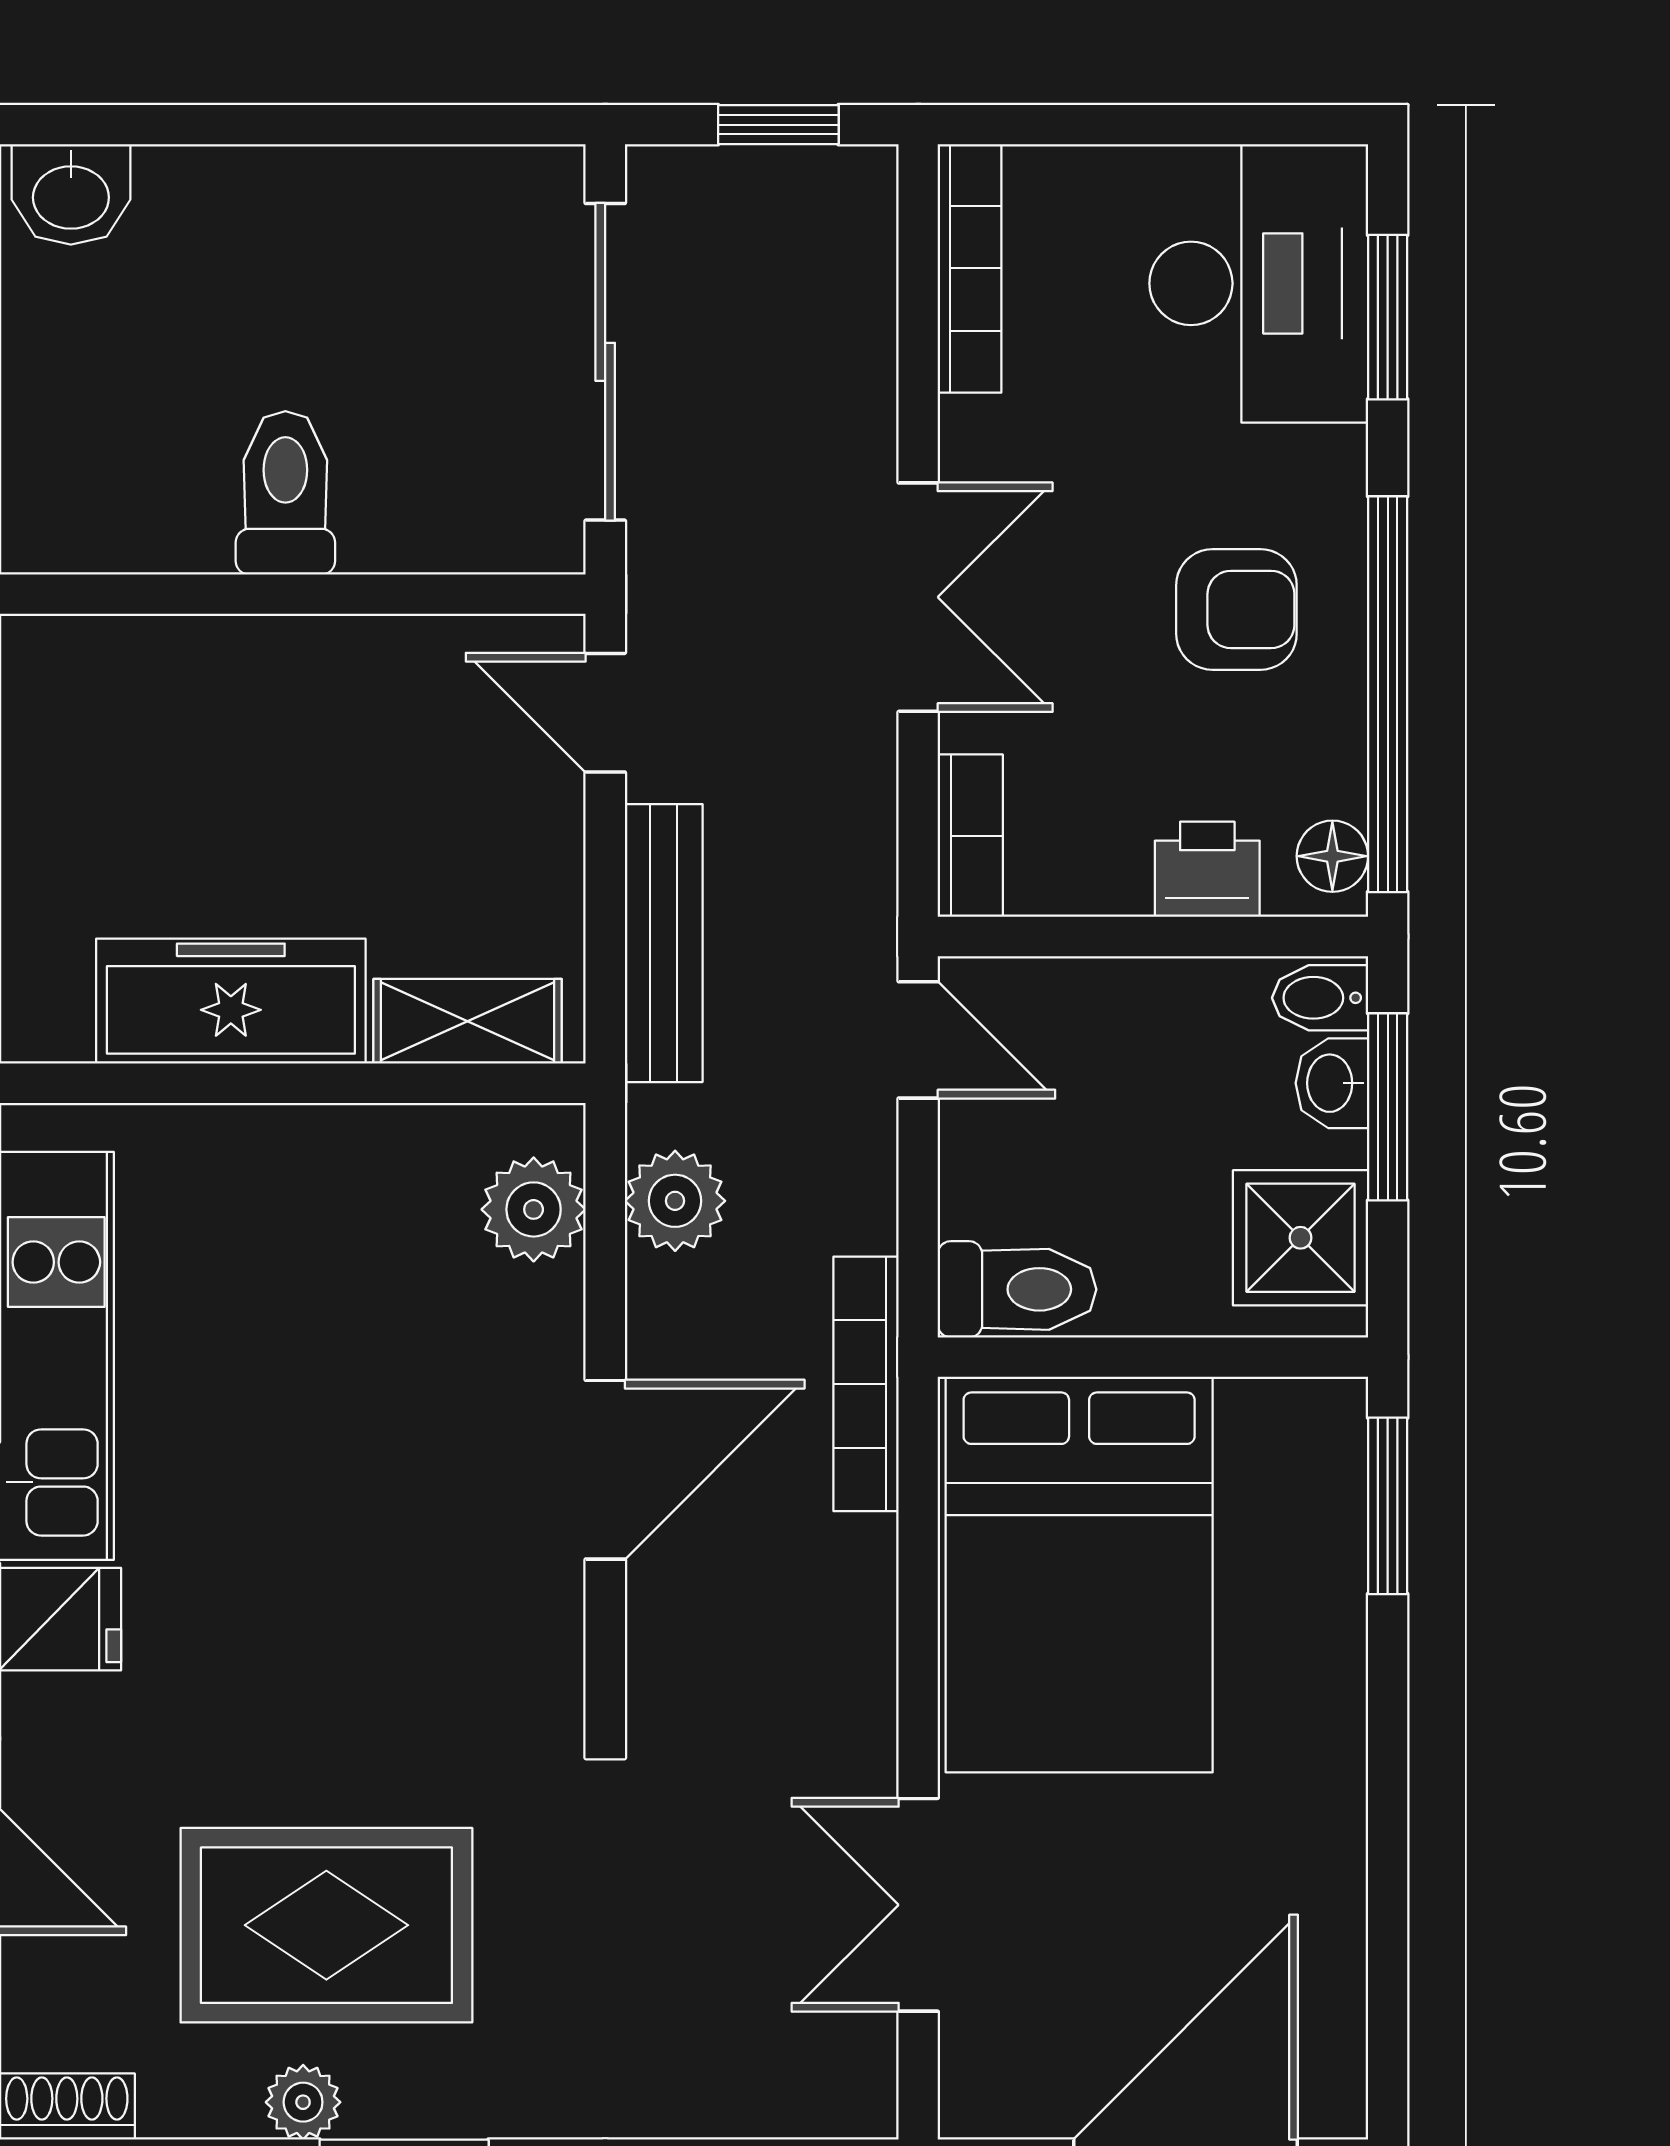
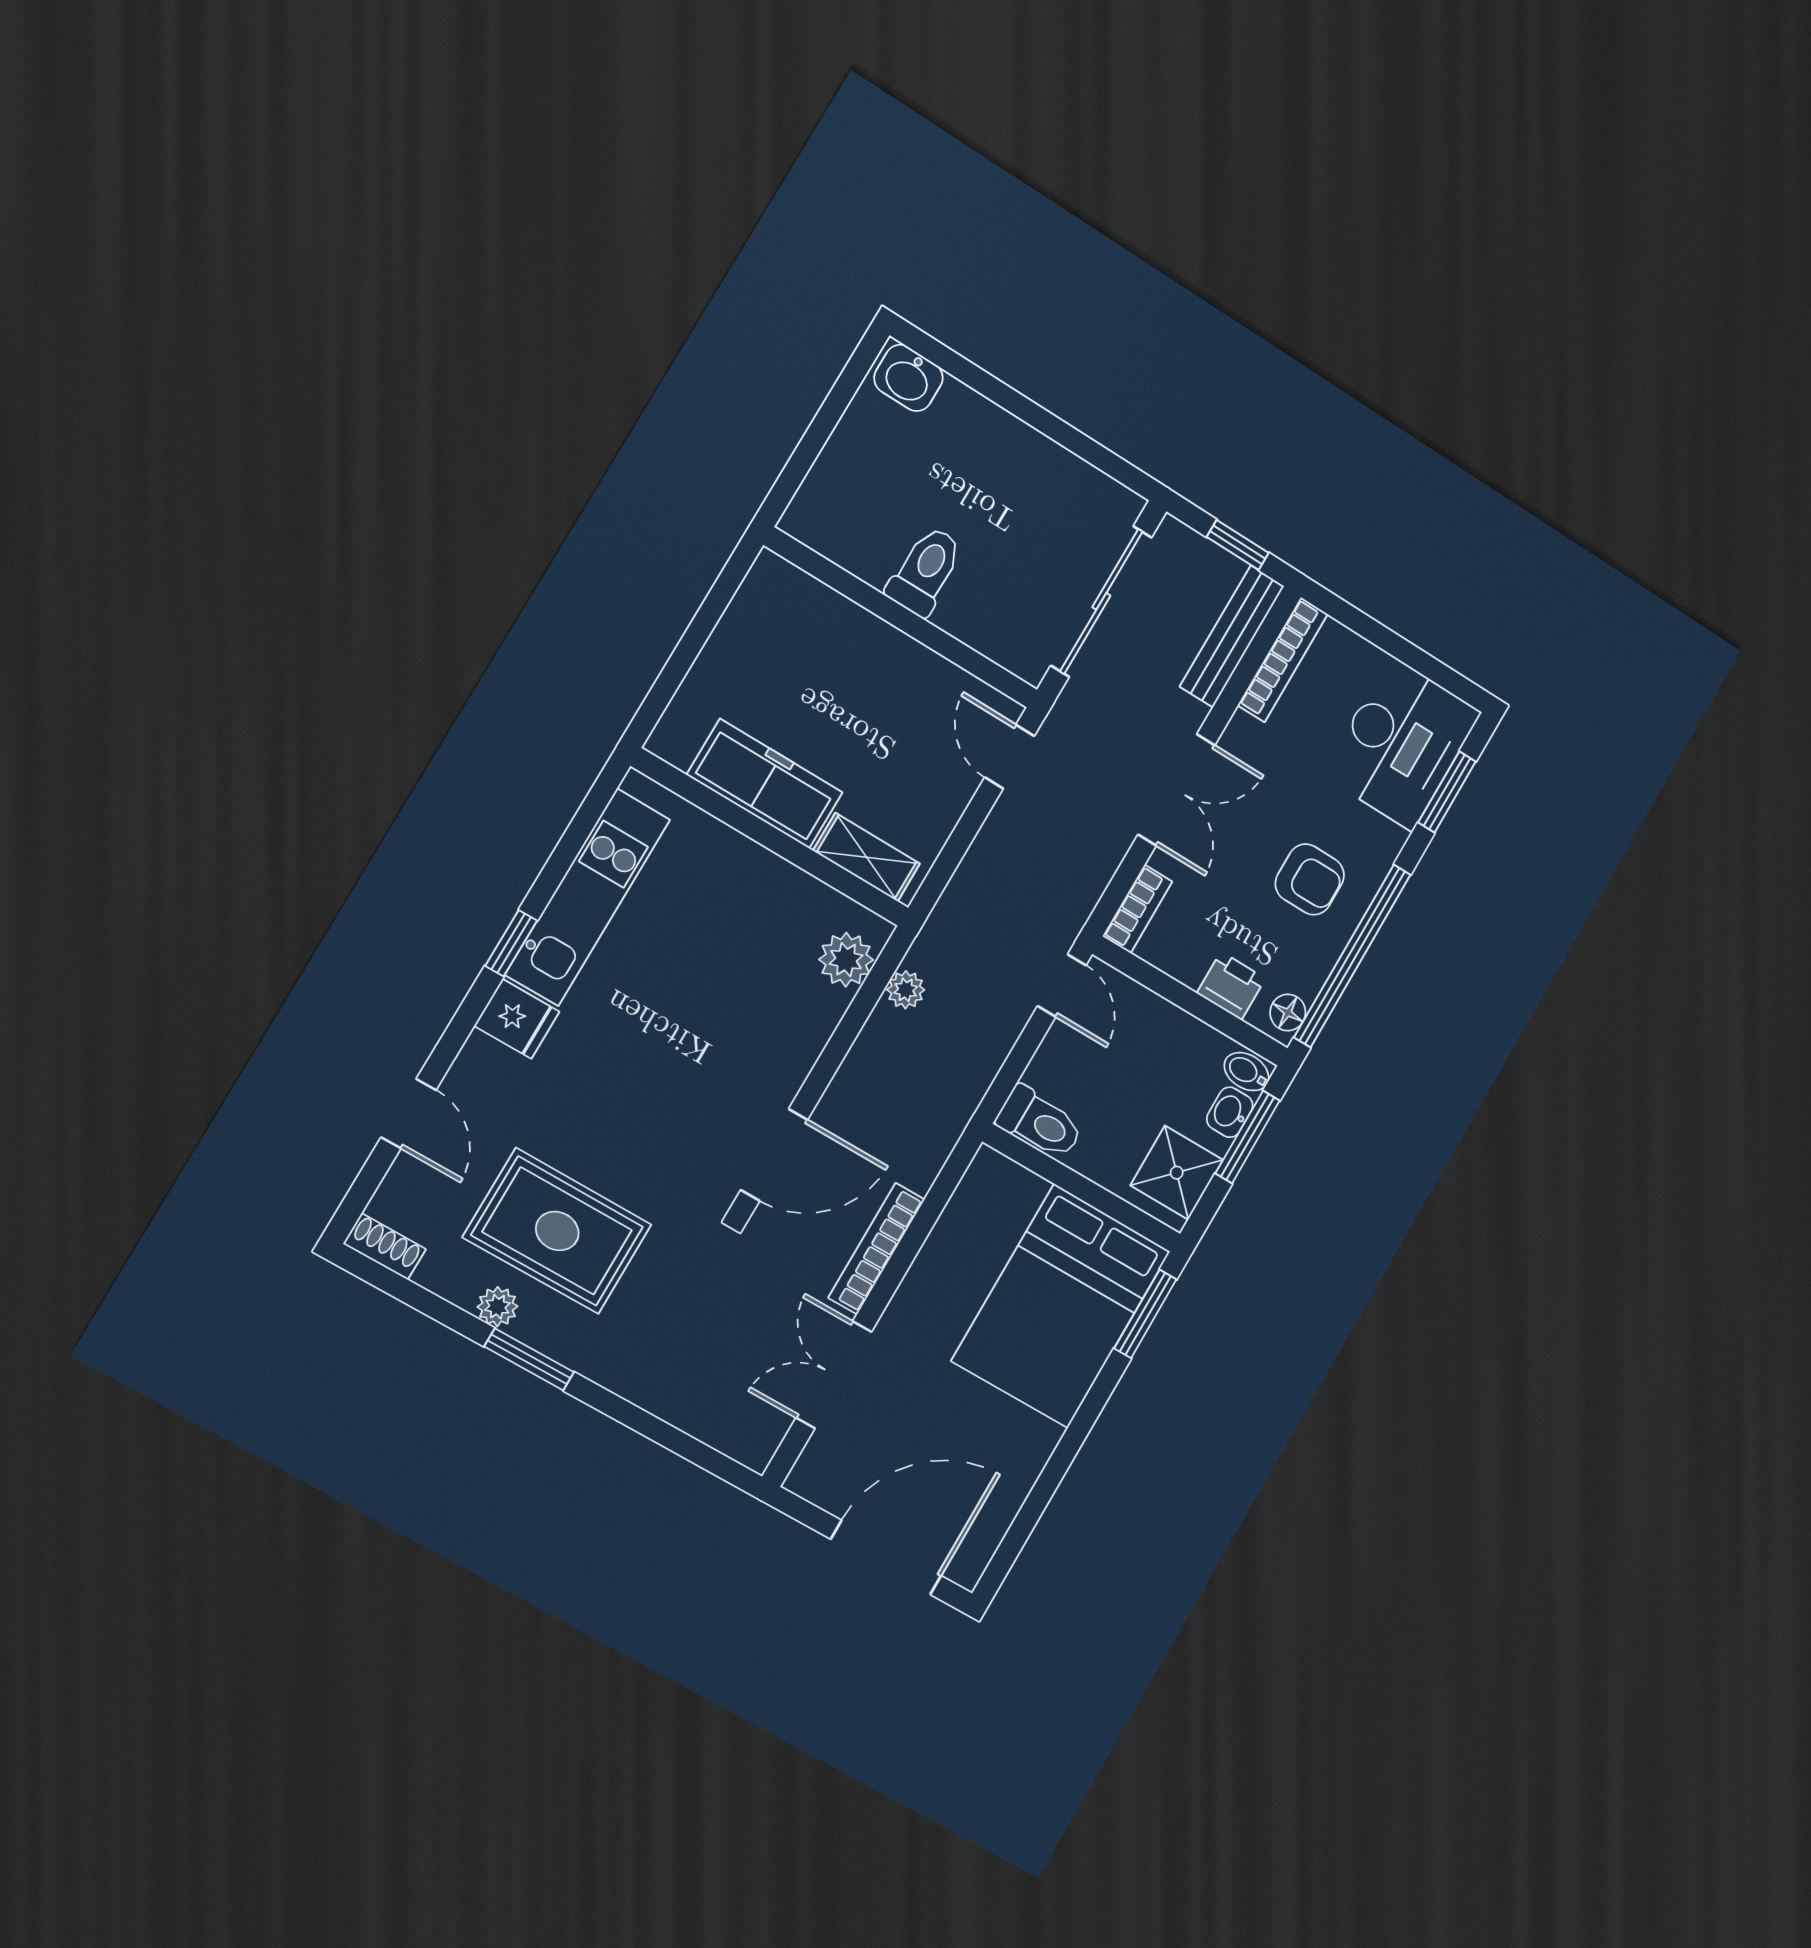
bench: (664, 943) -> (1232, 636), moved
plant: (675, 1201) -> (906, 990), width x0.73, depth x0.73
bookcase: (866, 1384) -> (876, 1249), moved
door: (605, 1470) -> (774, 1155), moved
bed: (1079, 1574) -> (1061, 1306), moved

